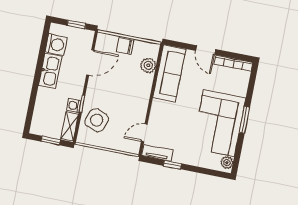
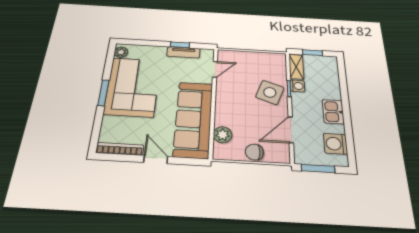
window: (77, 24) -> (318, 169), width x1.50
chair: (125, 46) -> (254, 152), turned 180
kitchen sink: (50, 71) -> (333, 112), width x0.73
sofa: (169, 73) -> (193, 119), width x1.36, depth x1.27
side table: (97, 120) -> (270, 92), moved
tv unit: (157, 153) -> (183, 52), moved

